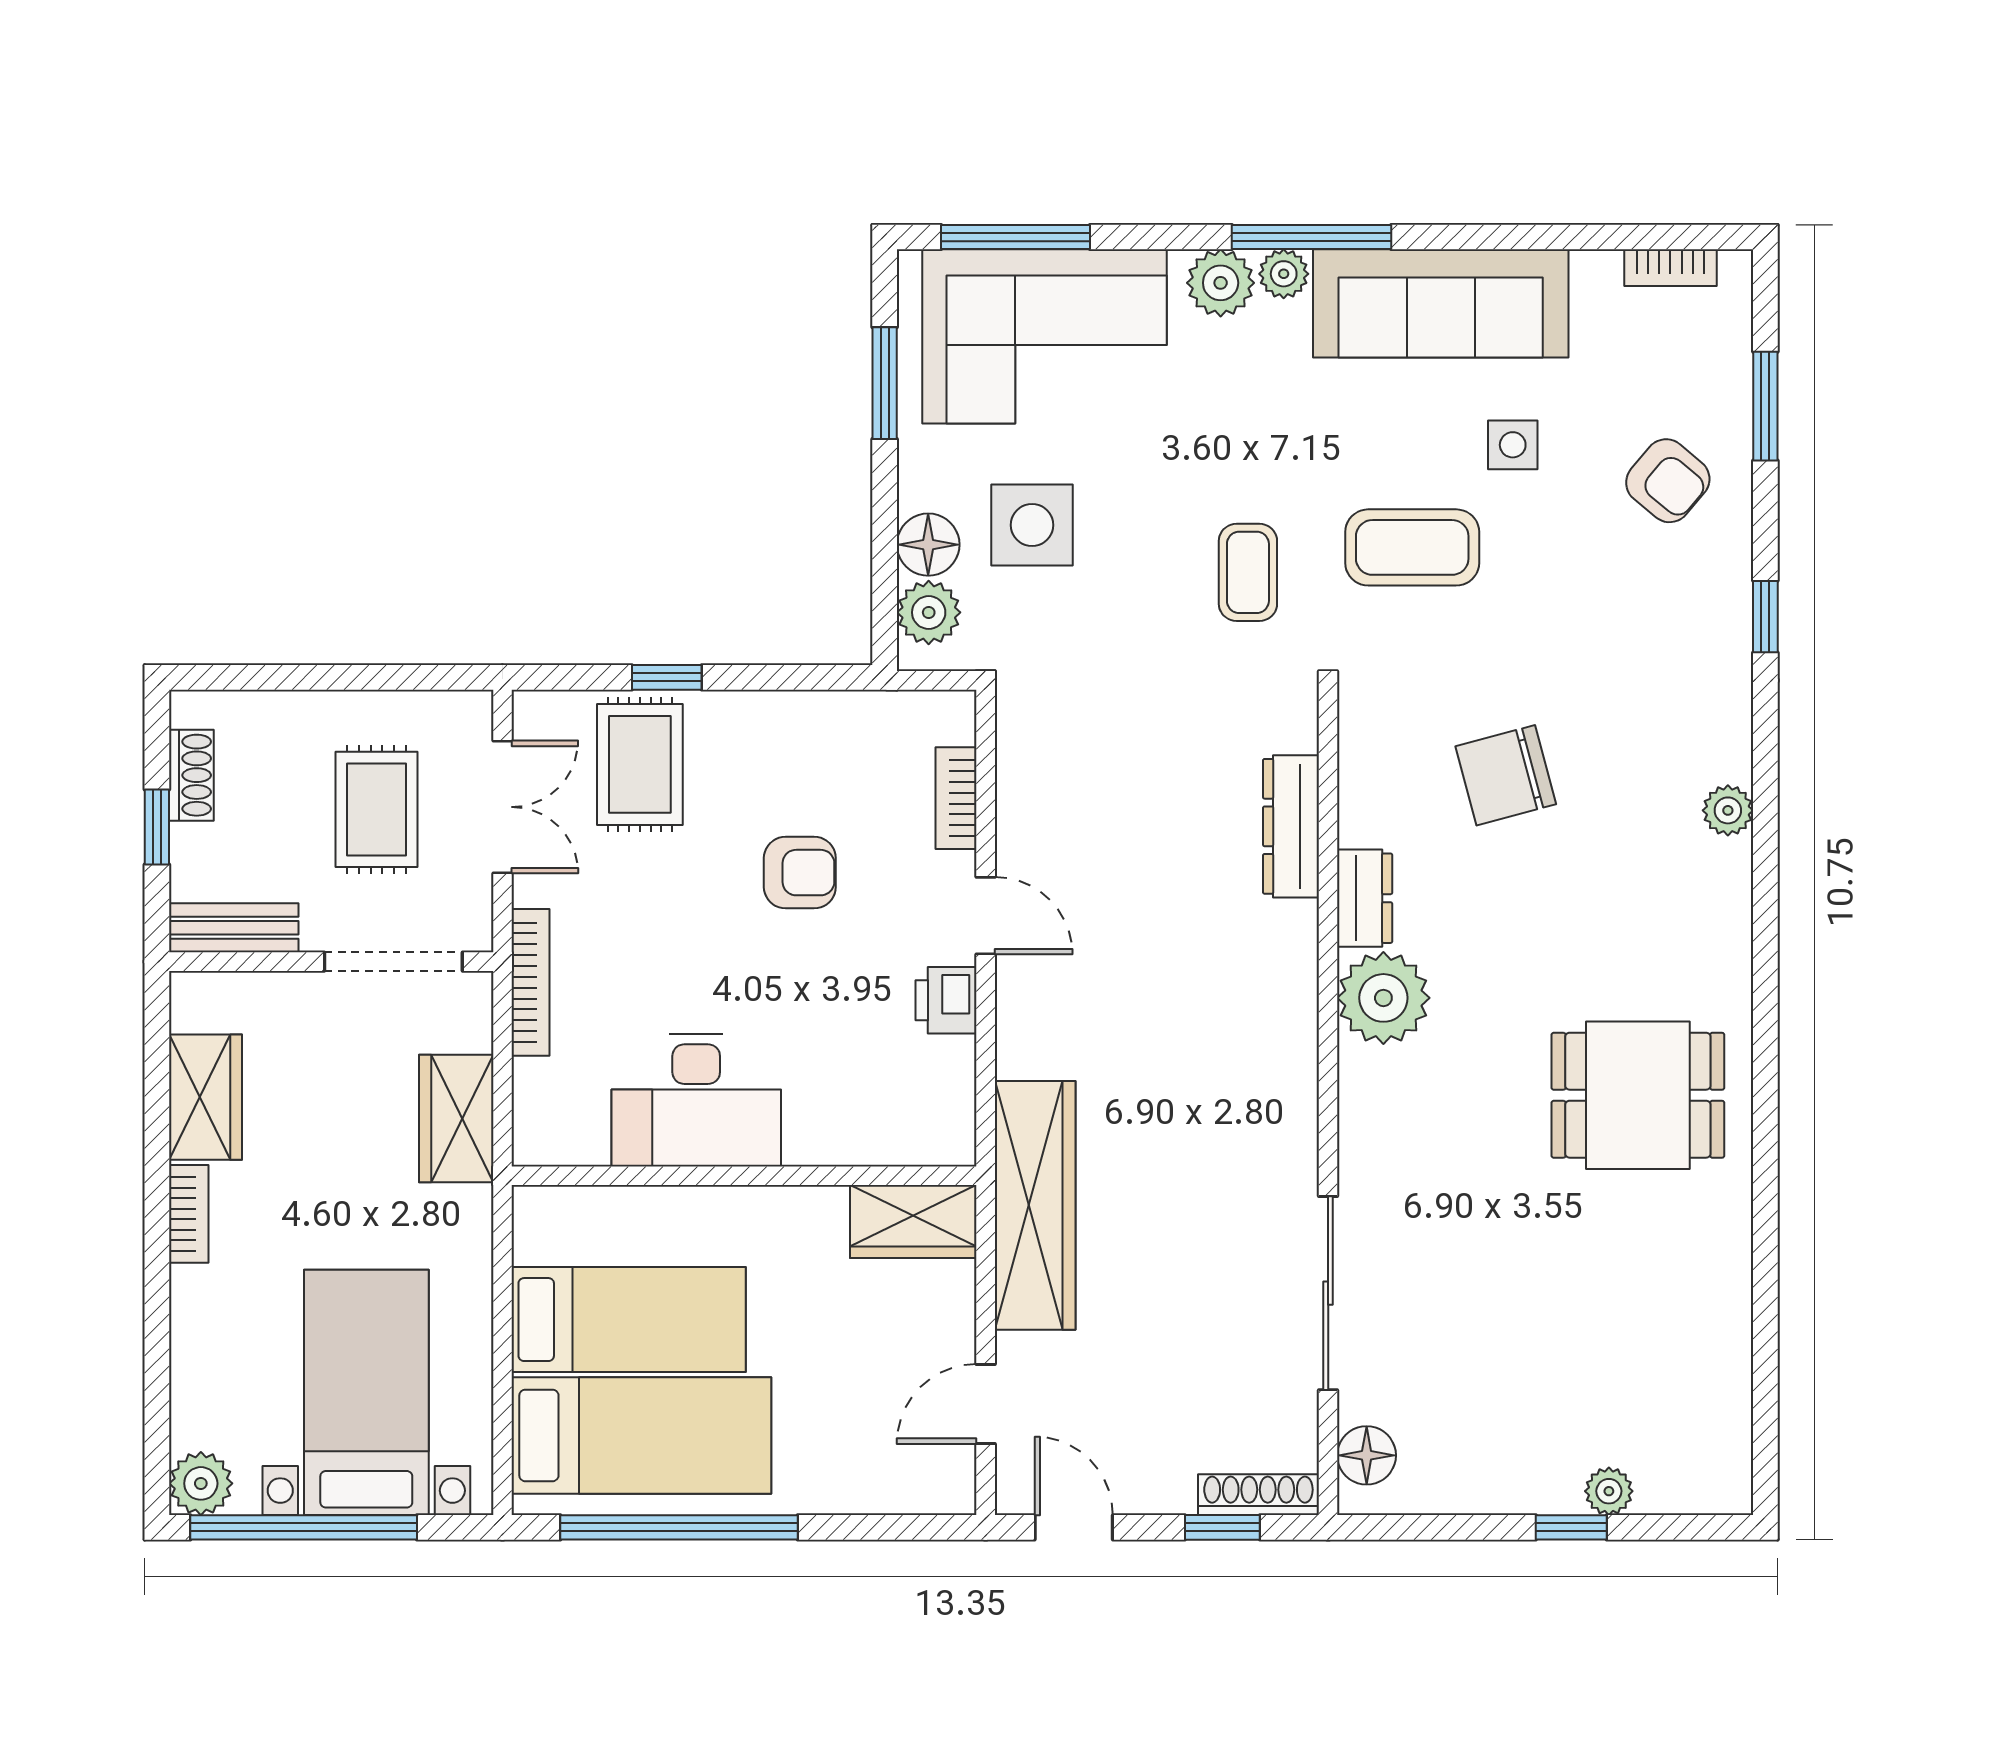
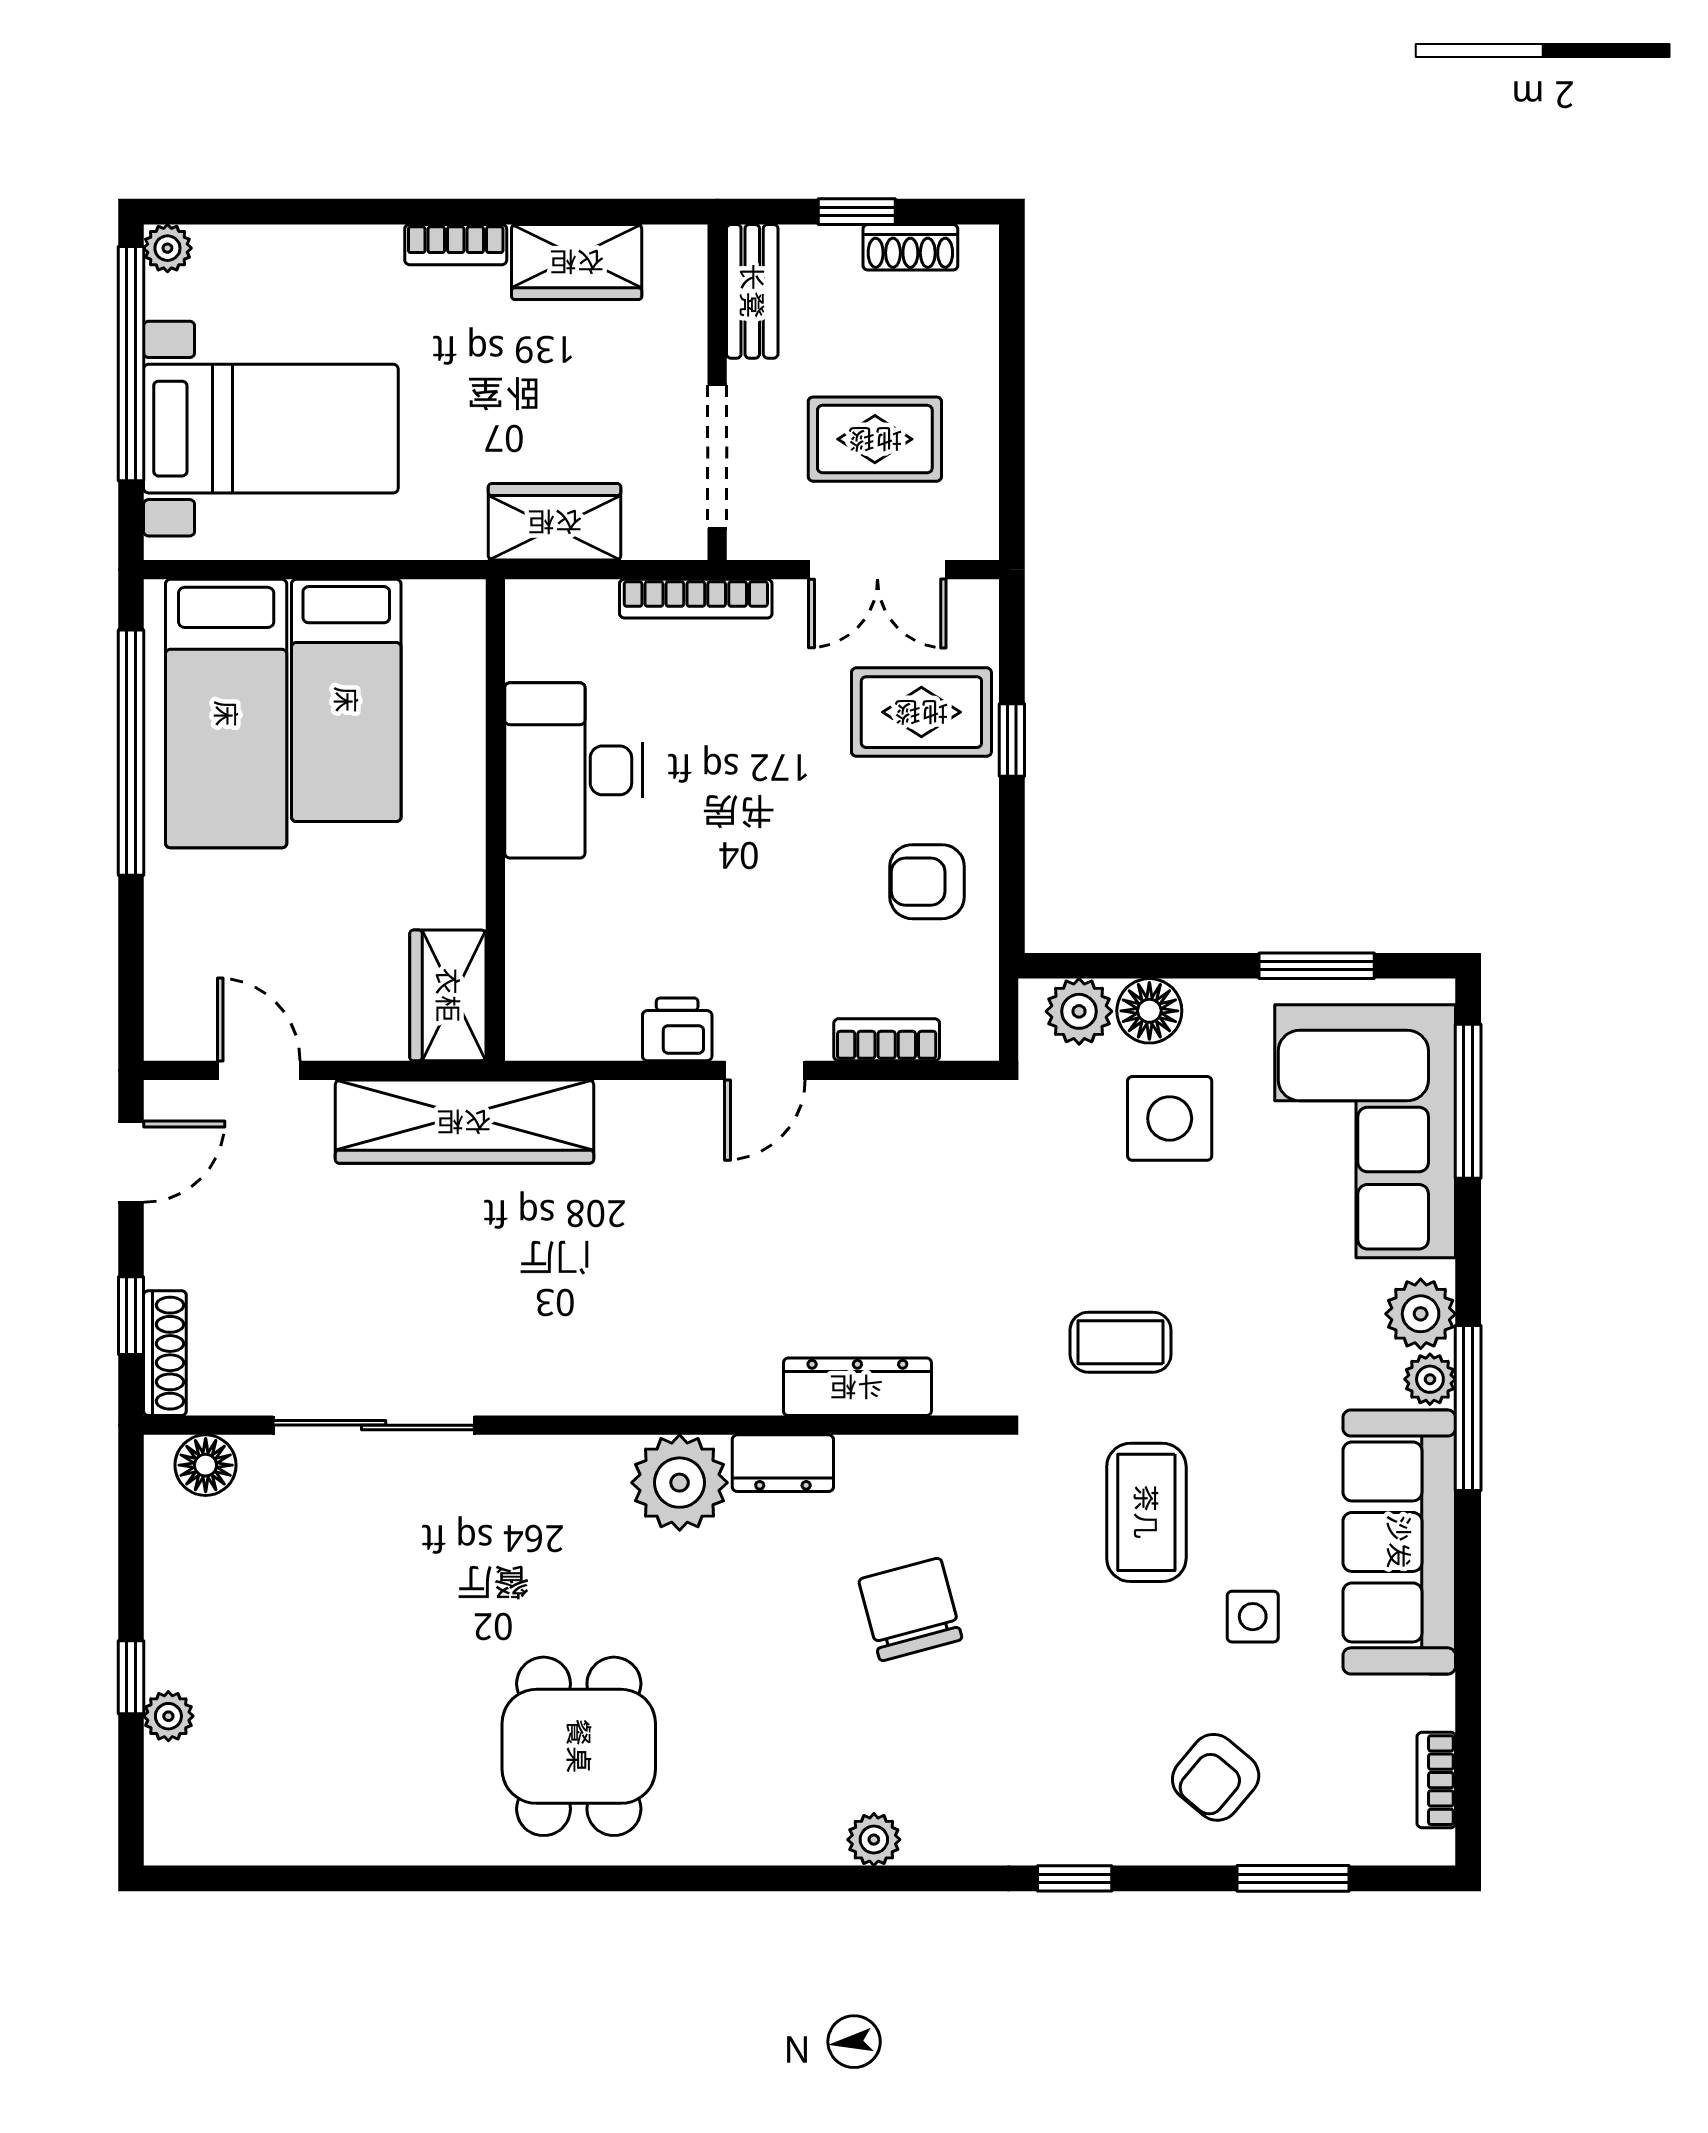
armchair: (800, 873) -> (927, 882), moved, turned 90
plant: (201, 1483) -> (167, 248), width x0.73, depth x0.73

